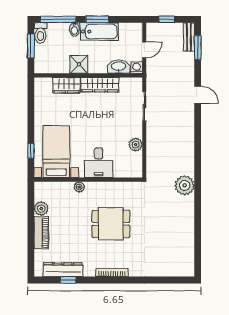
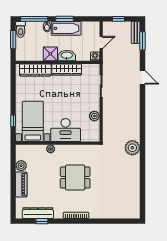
washbasin: (119, 67) -> (67, 56), moved
wardrobe: (66, 85) -> (35, 70), width x1.50
desk: (99, 163) -> (66, 130), width x1.37

